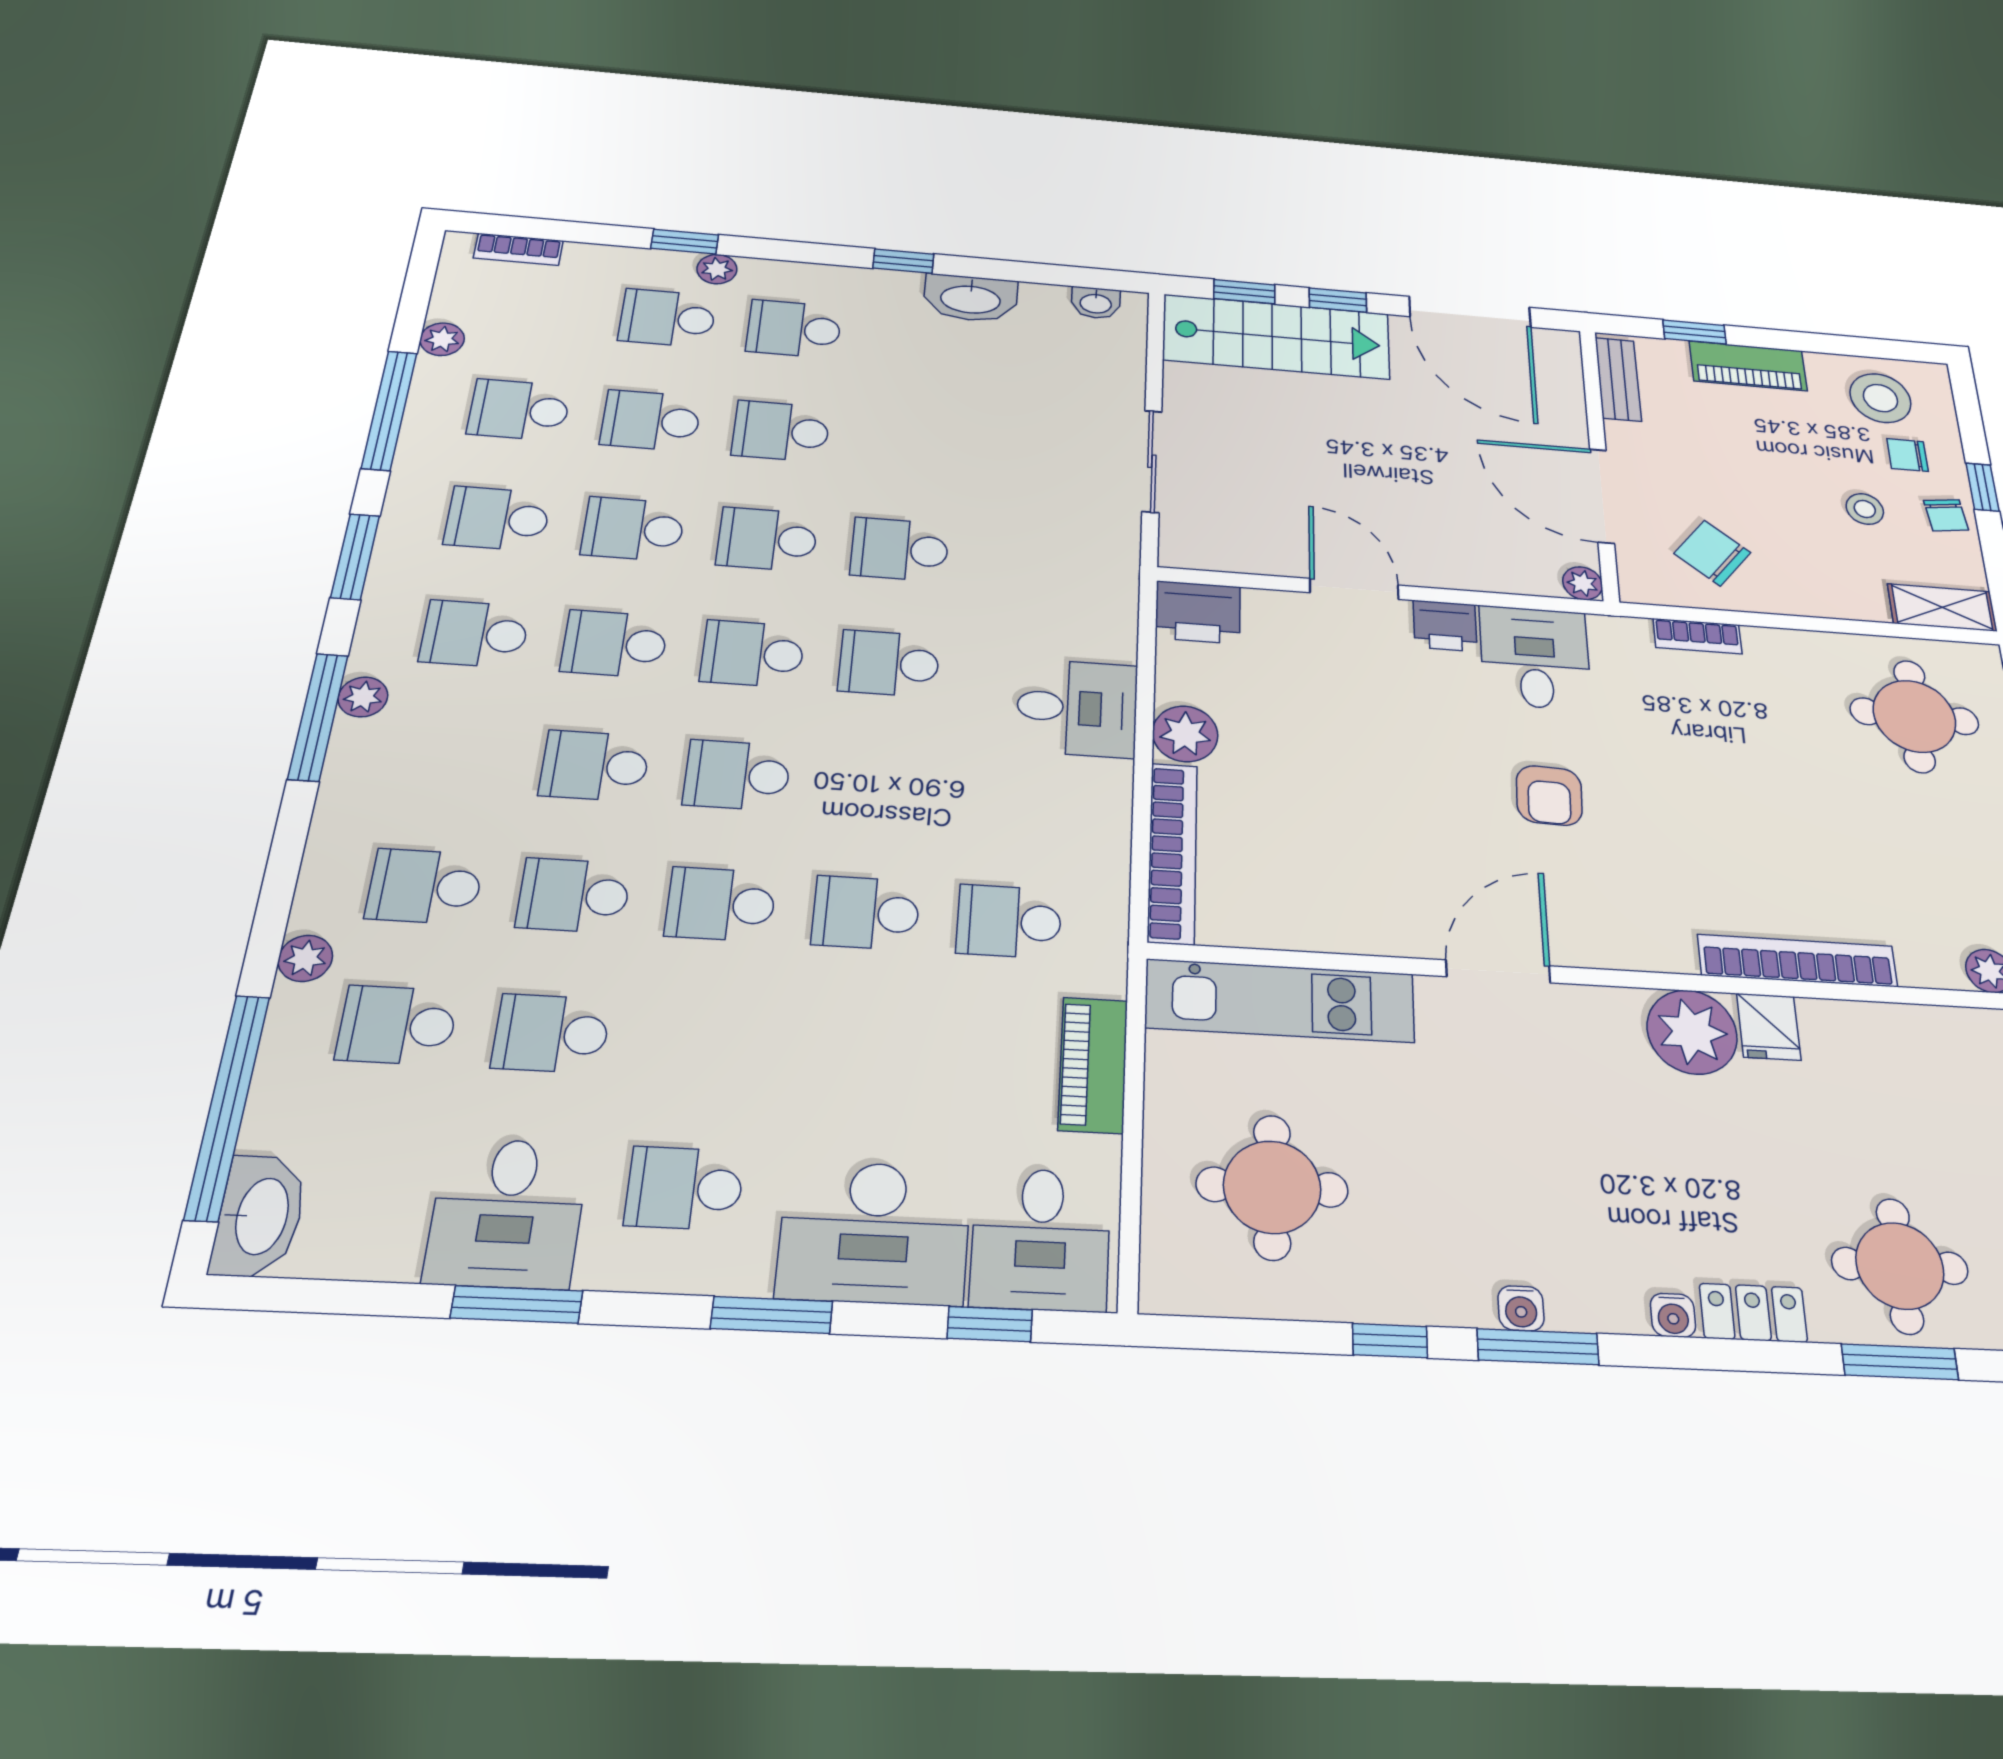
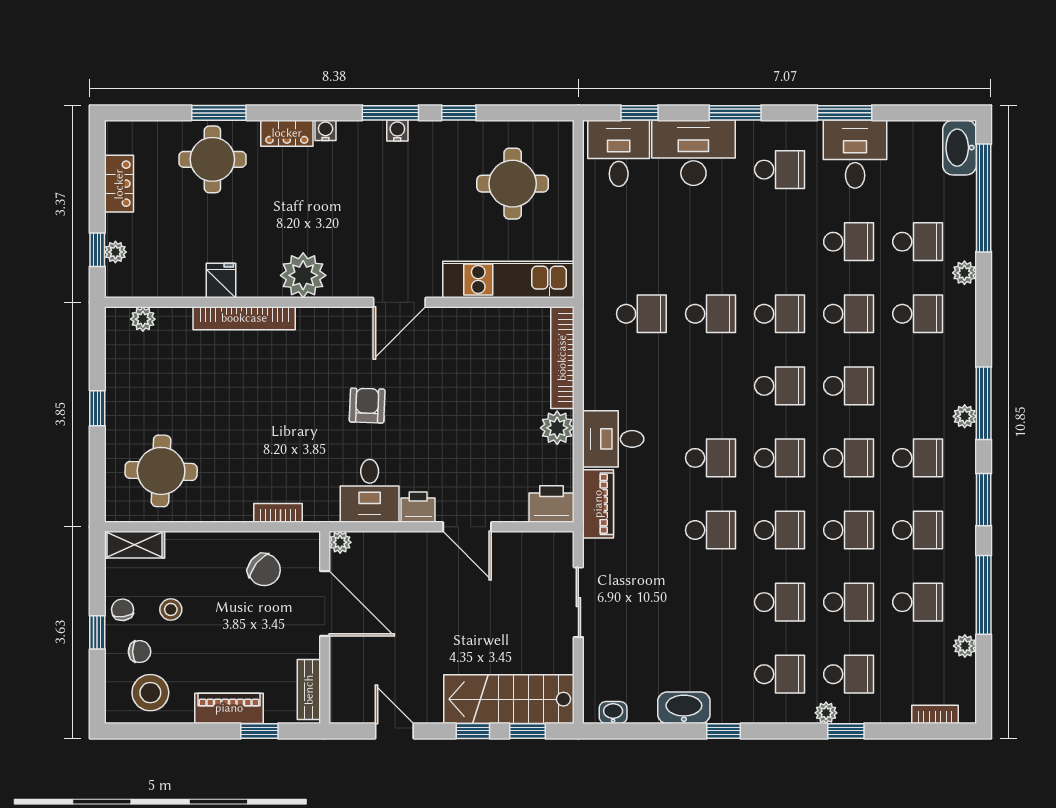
door: (1470, 312) -> (394, 731), width x0.53
fridge: (1769, 1027) -> (221, 281), moved
piano: (1093, 1065) -> (598, 504), moved

